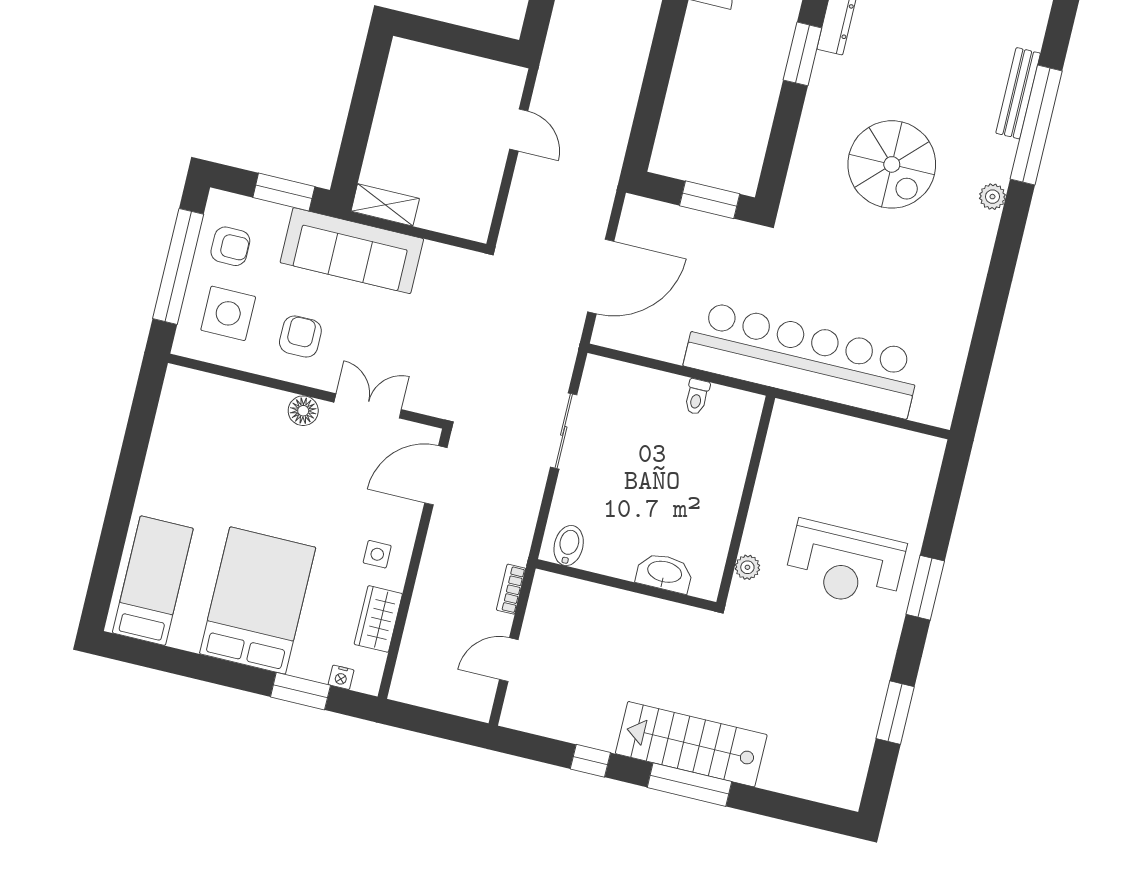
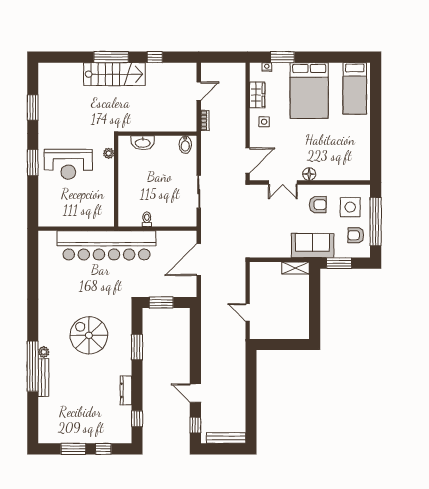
window: (802, 54) -> (137, 347), moved
plant: (992, 197) -> (44, 352), moved
sofa: (352, 251) -> (313, 246), width x0.73
armchair: (300, 336) -> (318, 205), turned -90
reception desk: (845, 564) -> (68, 164), turned 180

